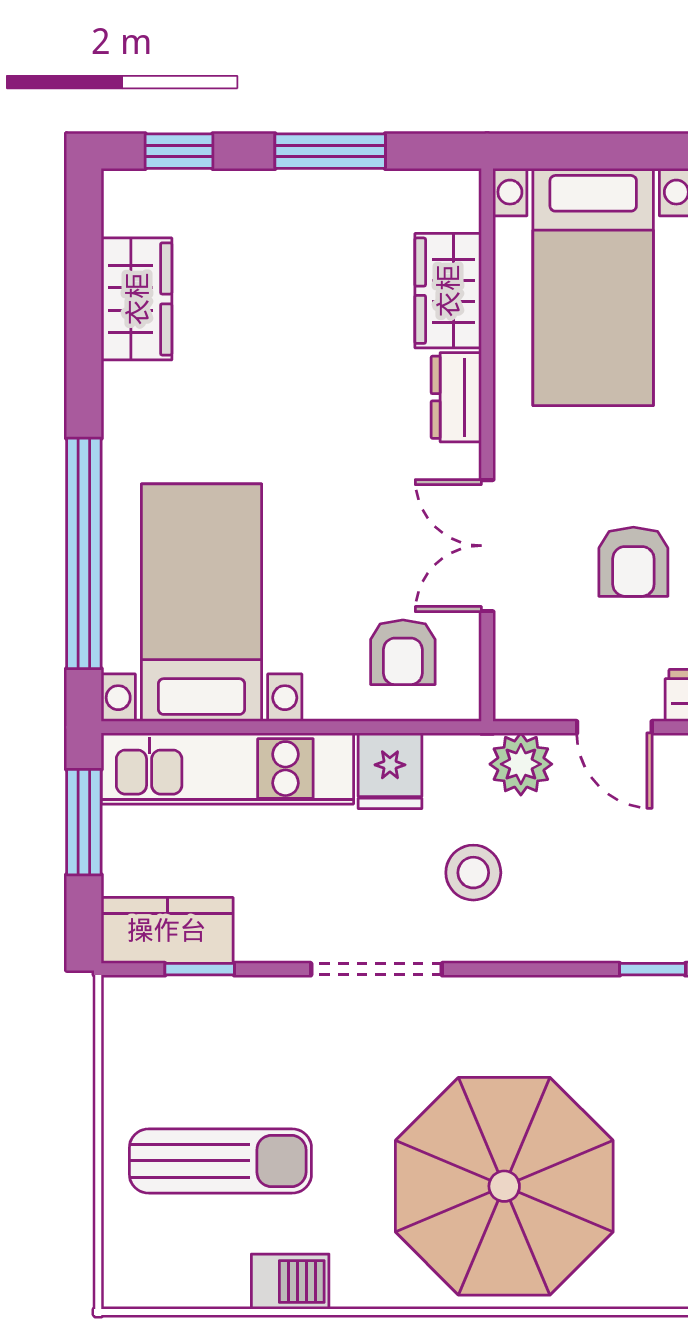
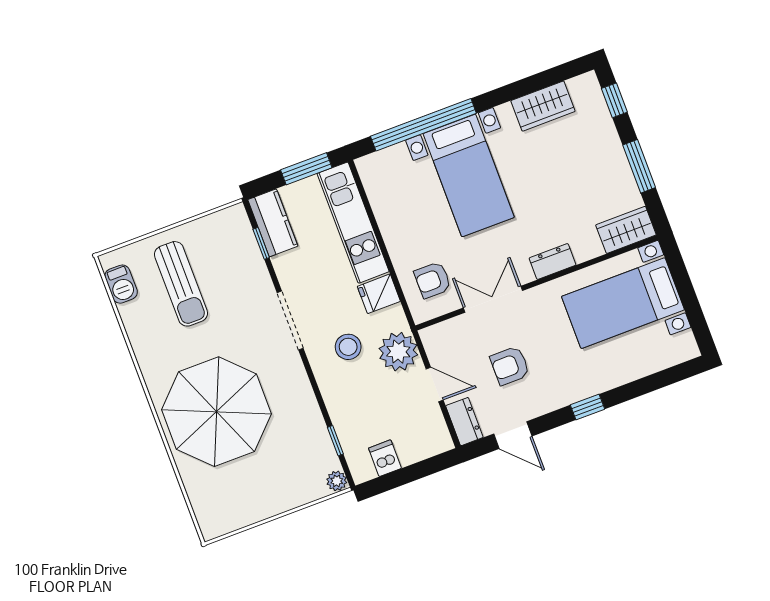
wardrobe: (448, 291) -> (626, 230), moved
bed with nightstands: (201, 603) -> (469, 175), moved, turned 90
door: (614, 727) -> (435, 384), swing flipped
plant: (521, 764) -> (398, 352), width x1.36, depth x1.36
barbecue: (290, 1282) -> (121, 284), moved

